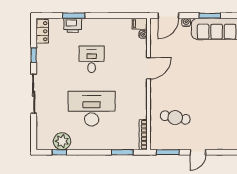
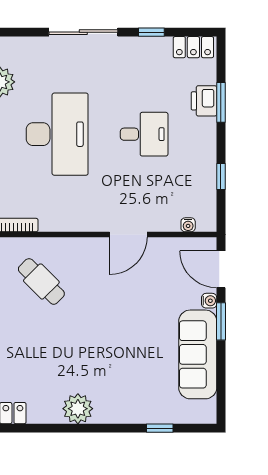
window: (116, 16) -> (221, 177), added
window: (210, 16) -> (221, 321), moved
filing cabinet: (140, 24) -> (207, 219), removed
door: (149, 68) -> (128, 234), hinge flipped
cafe table: (175, 118) -> (41, 281), turned -55

